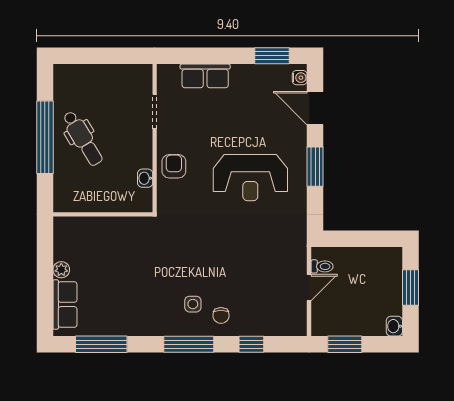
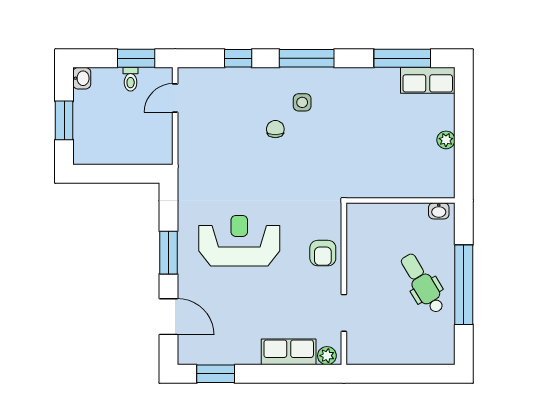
plant: (170, 72) -> (327, 356), added
water cooler: (300, 78) -> (185, 350), removed
washbasin: (145, 178) -> (439, 211), moved, turned 90
toilet: (322, 266) -> (131, 79), moved, turned -90
door: (309, 287) -> (175, 98), moved
row of seats: (65, 304) -> (428, 80), moved, turned -90
chair: (221, 315) -> (275, 129), moved

